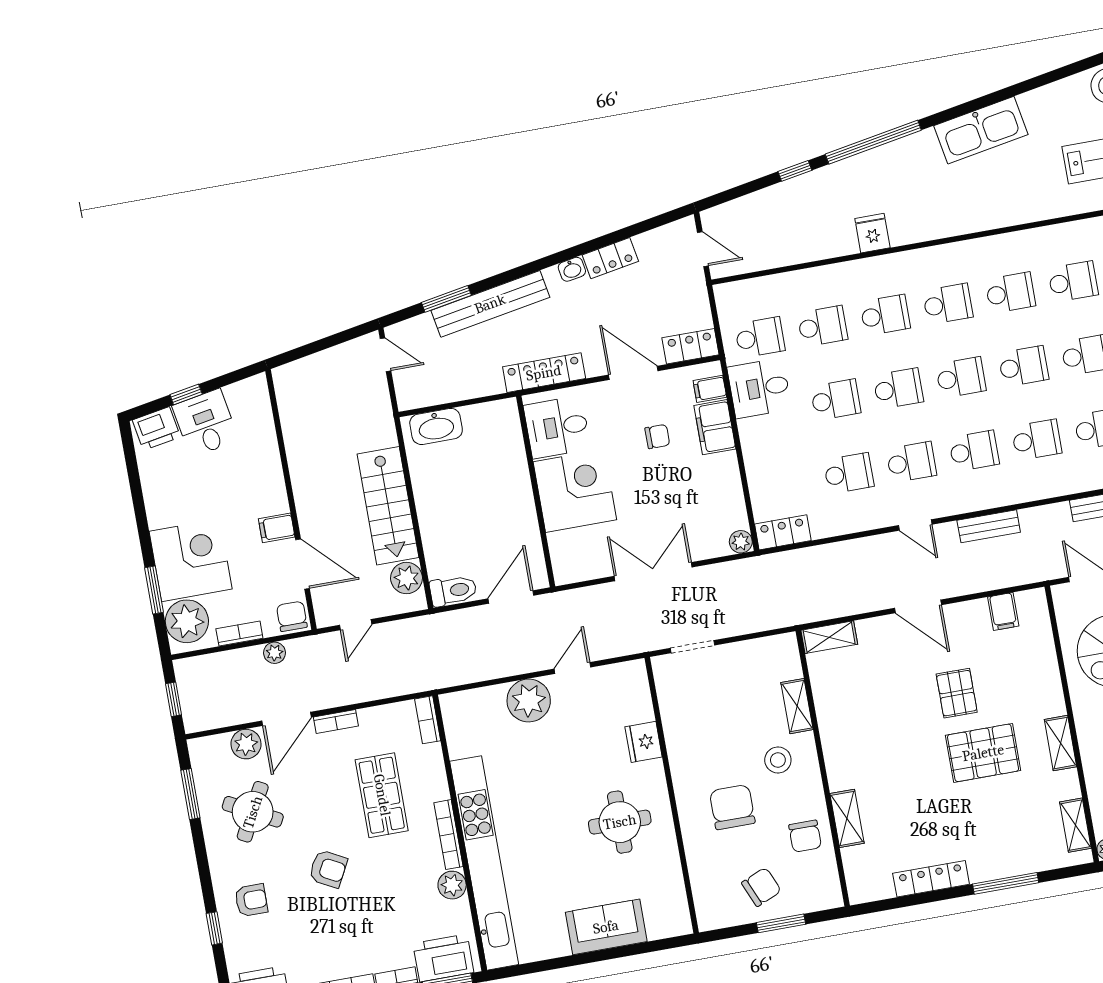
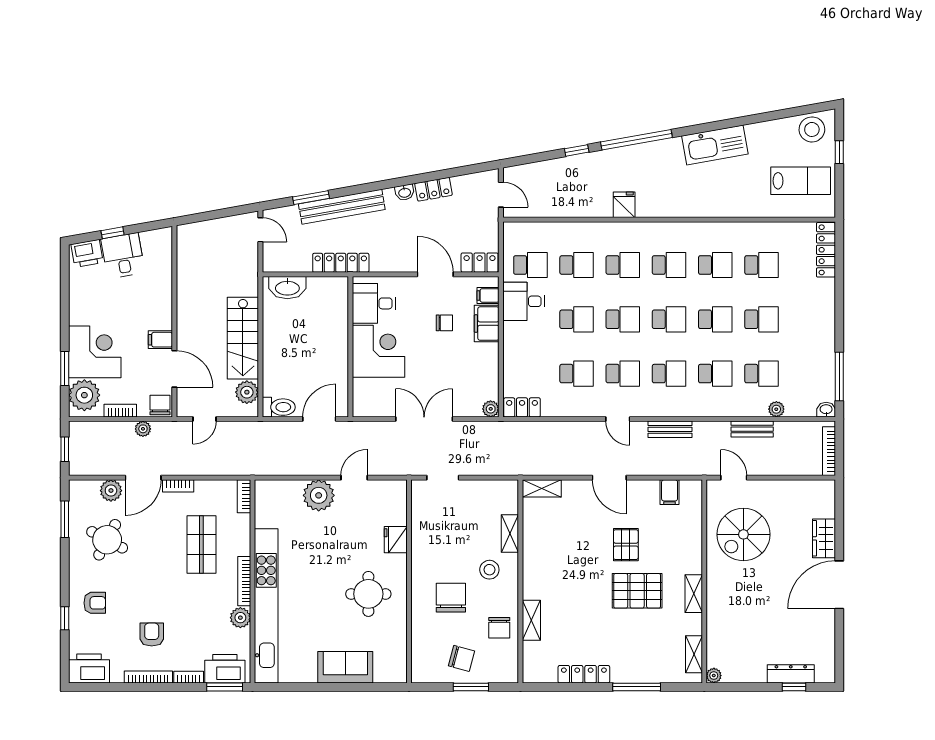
locker: (544, 373) -> (341, 263), moved
armchair: (328, 869) -> (152, 635), moved, turned -118
chair: (761, 887) -> (461, 658), turned 38

